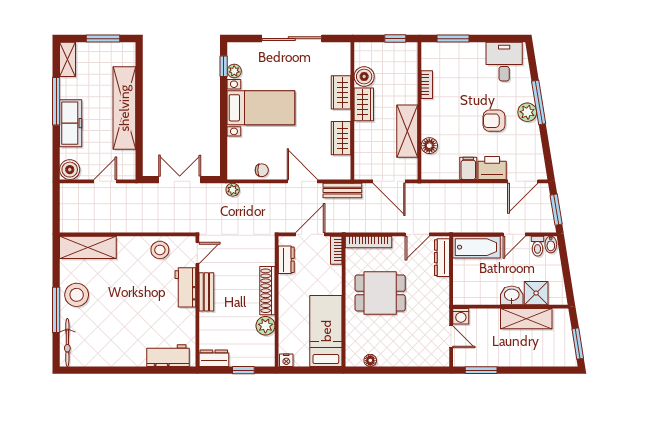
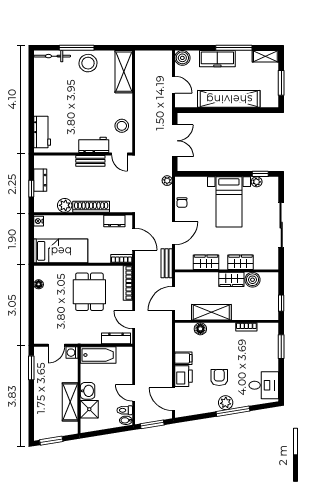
bathtub: (477, 247) -> (98, 355), moved, turned -90
dresser: (214, 358) -> (40, 180), moved

